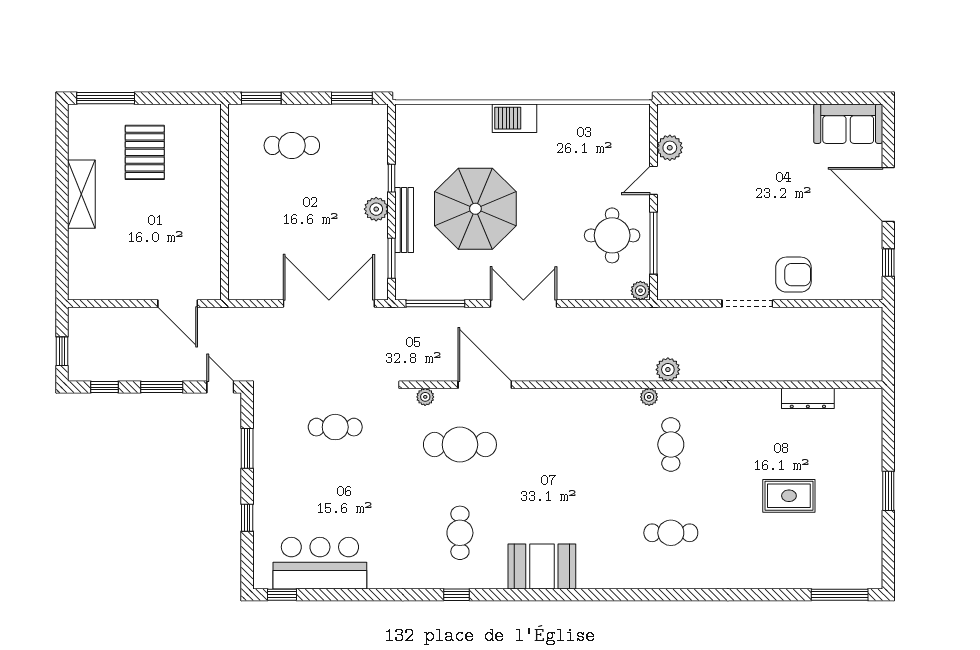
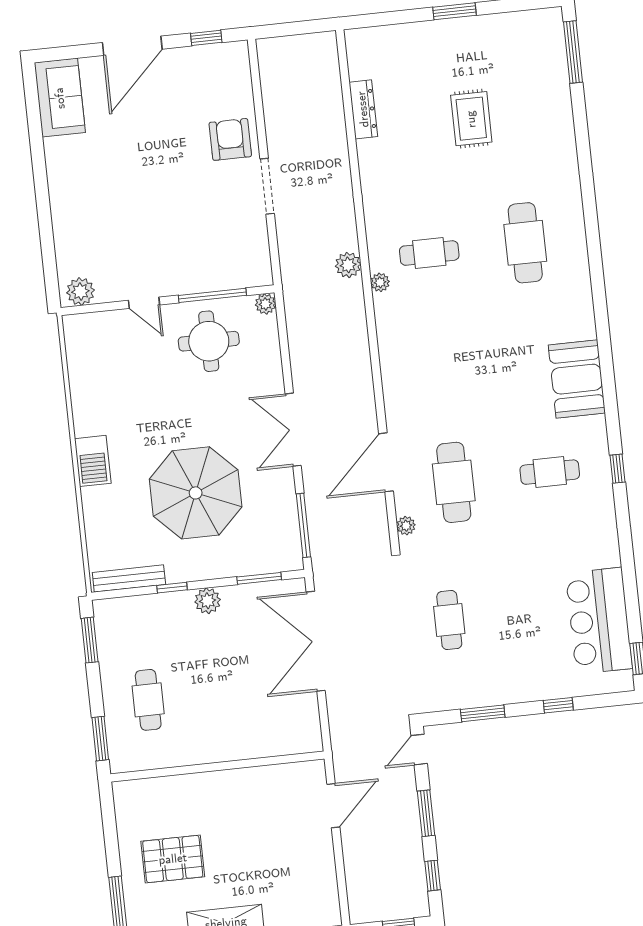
plant: (670, 148) -> (80, 291), moved
bench: (404, 220) -> (129, 578), moved
cafe table: (671, 533) -> (525, 243), width x1.37, depth x1.35

